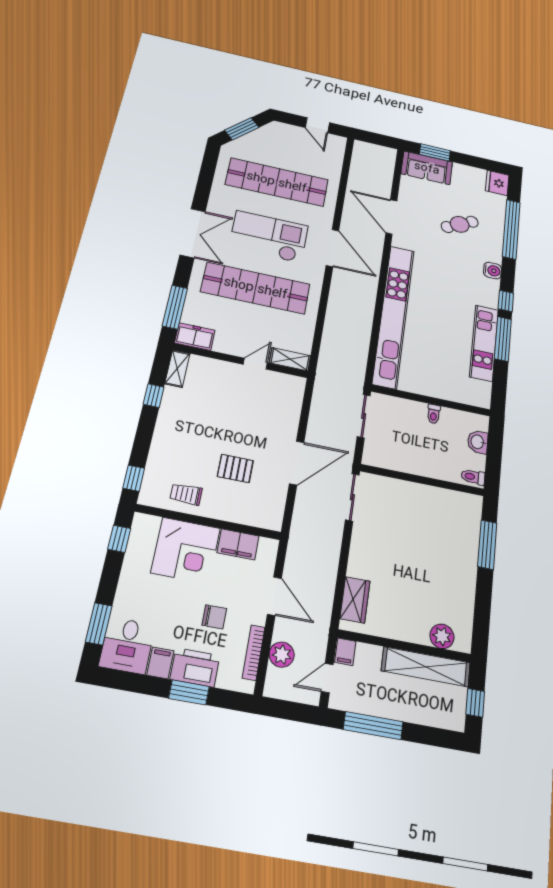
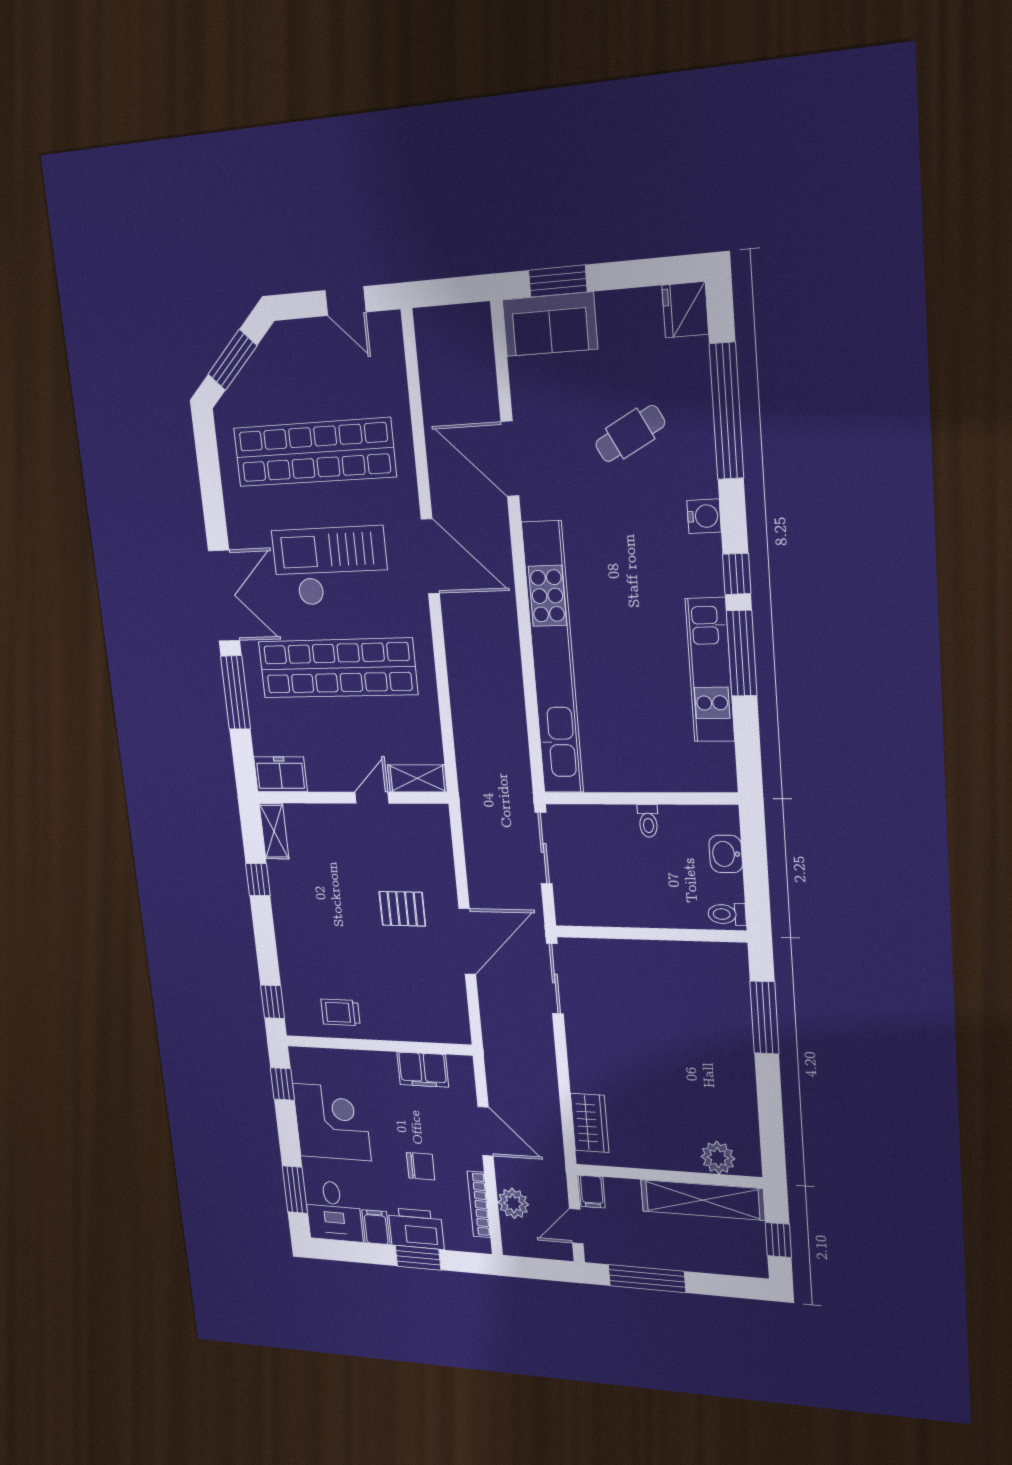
window: (175, 307) -> (236, 692), moved
pallet: (235, 468) -> (402, 909), moved
corner desk: (186, 550) -> (332, 1122), moved, turned -90

